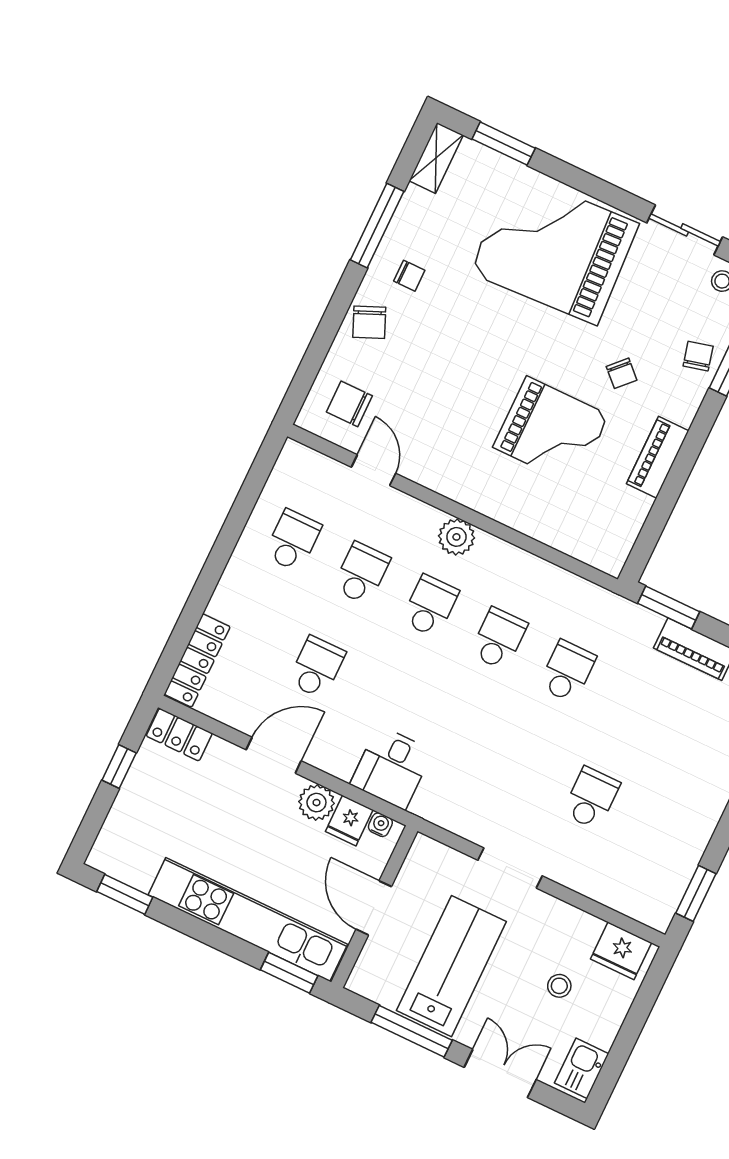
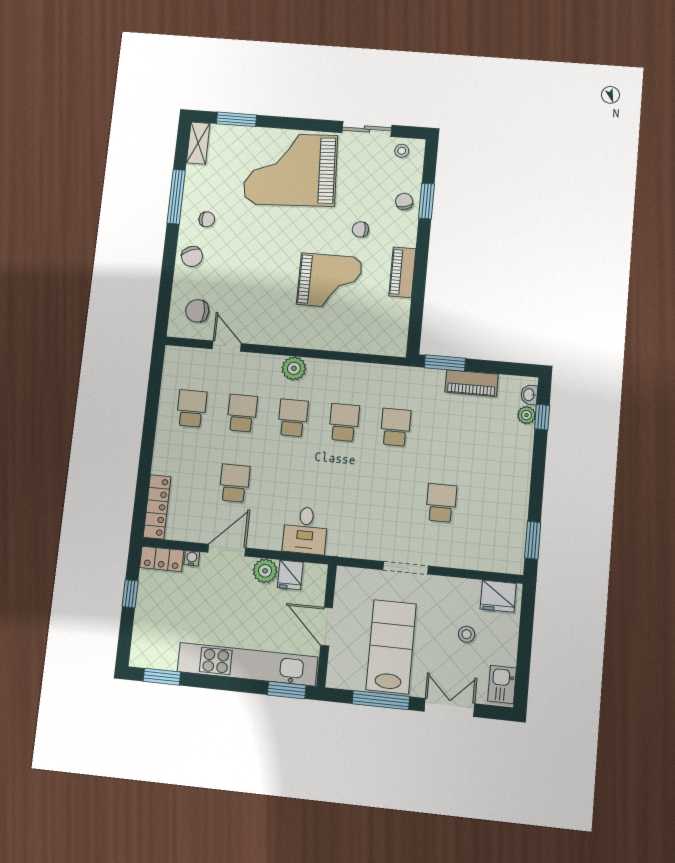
chair: (622, 373) -> (360, 229), turned 136
water cooler: (380, 825) -> (192, 558), moved

